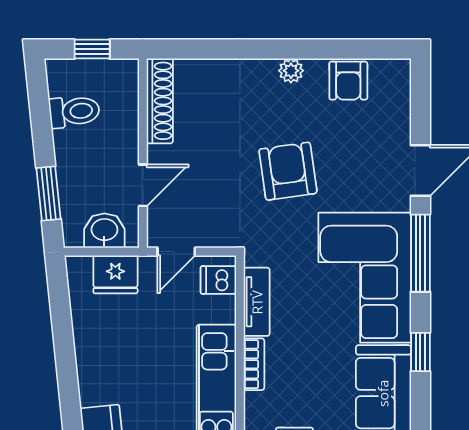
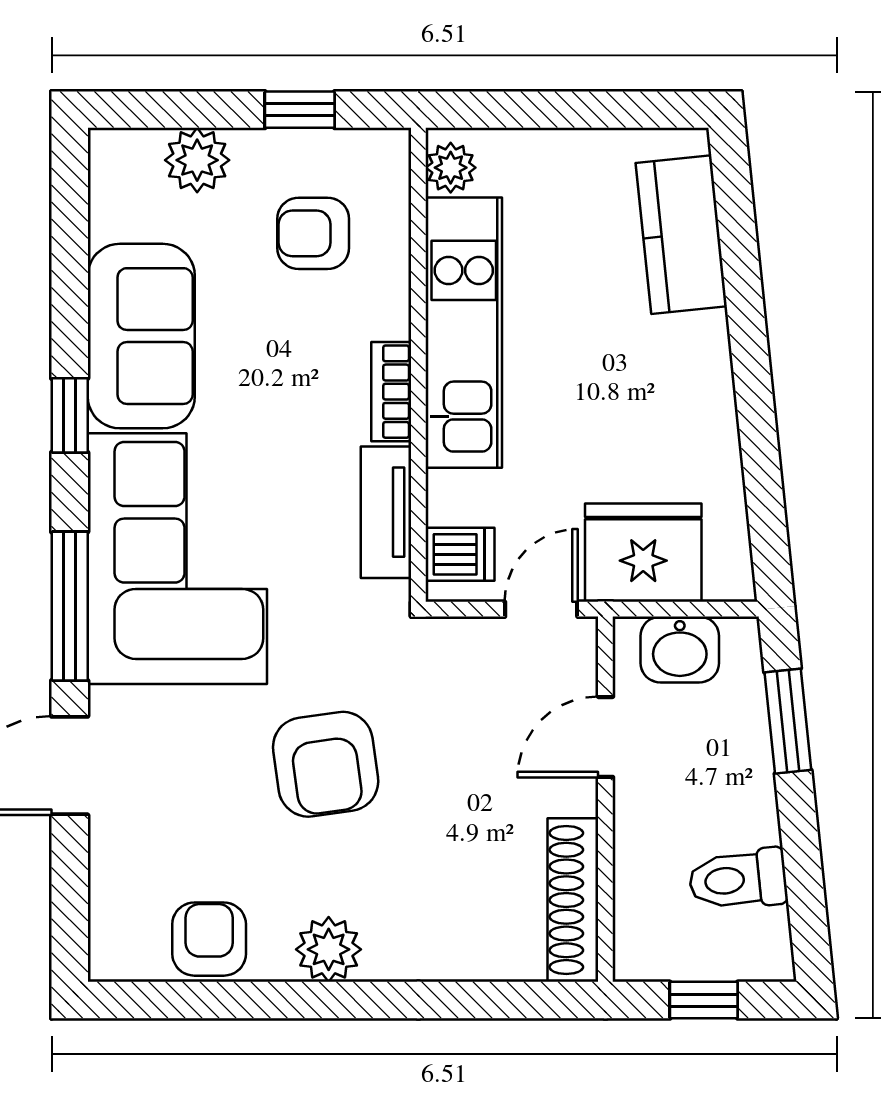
plant: (291, 71) -> (329, 949), width x1.38, depth x1.38
fridge: (115, 274) -> (643, 553), width x1.36, depth x1.34

